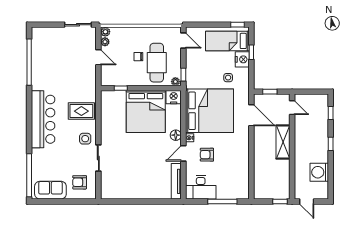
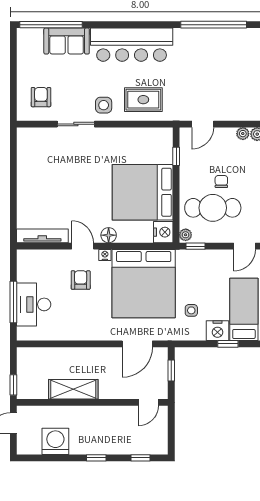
door: (98, 57) -> (203, 124), moved
rug: (81, 111) -> (143, 100), turned 90
shelving: (283, 142) -> (73, 389), moved
desk: (201, 187) -> (34, 304), moved
sofa: (50, 190) -> (67, 41), moved, turned 90

